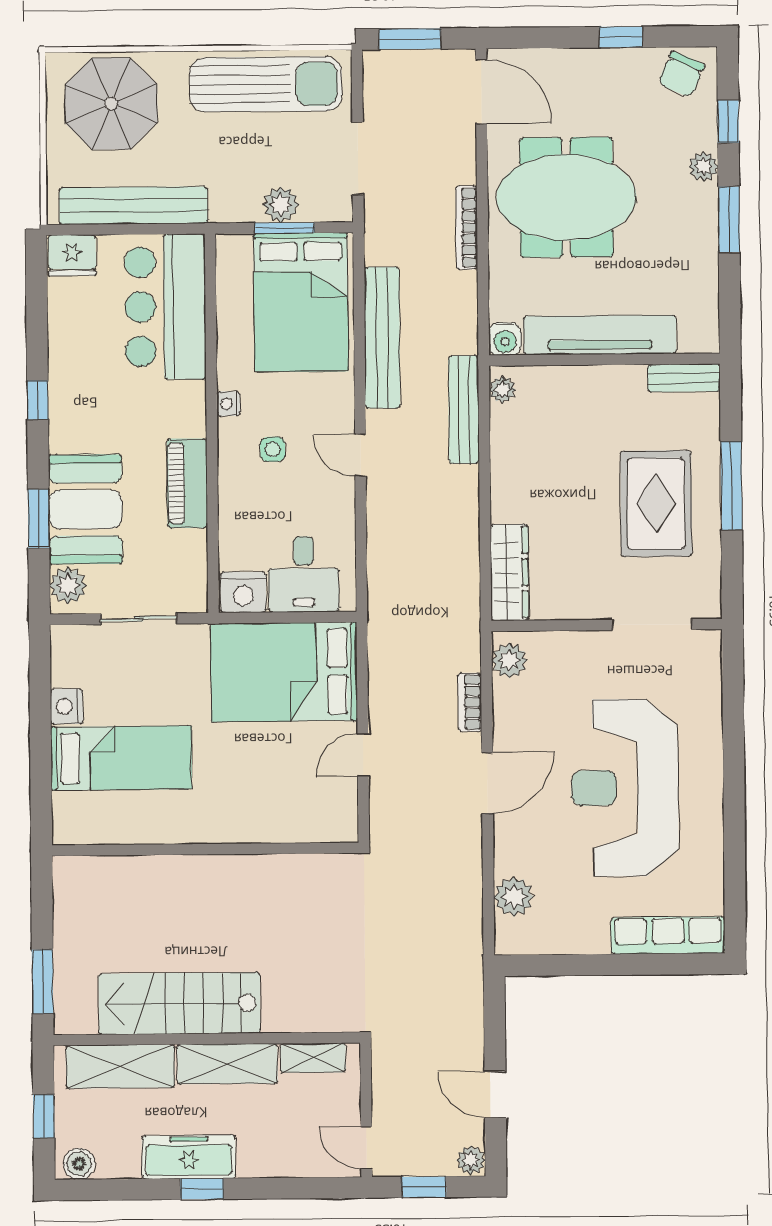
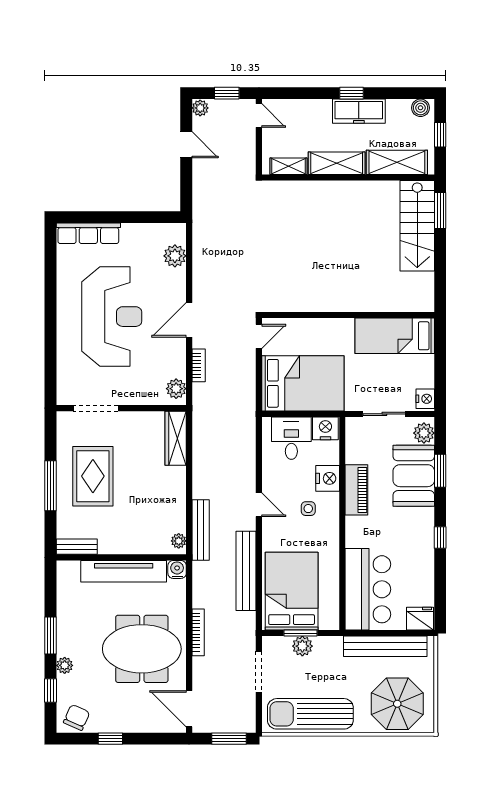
nightstand: (228, 404) -> (328, 478), moved, width x1.89, depth x1.79
nightstand: (67, 706) -> (425, 399), moved
wall: (205, 849) -> (348, 315), moved
stairs: (179, 1003) -> (417, 226), moved, turned 90

